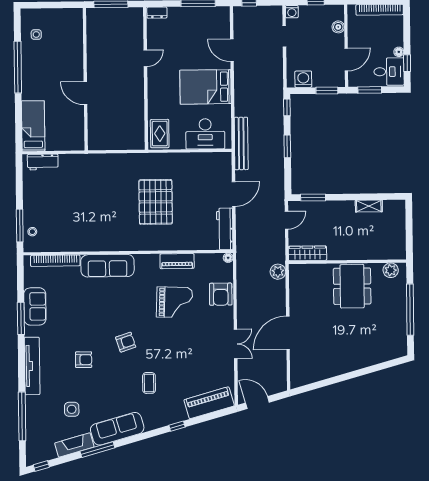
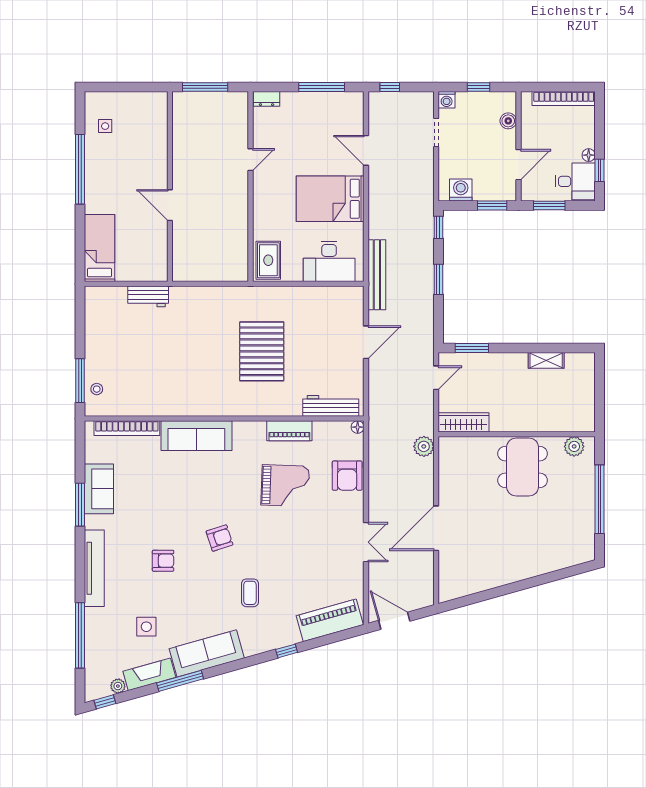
workbench: (43, 162) -> (148, 296), moved
workbench: (225, 229) -> (331, 406), moved, turned 90
plant: (51, 454) -> (118, 686), added

